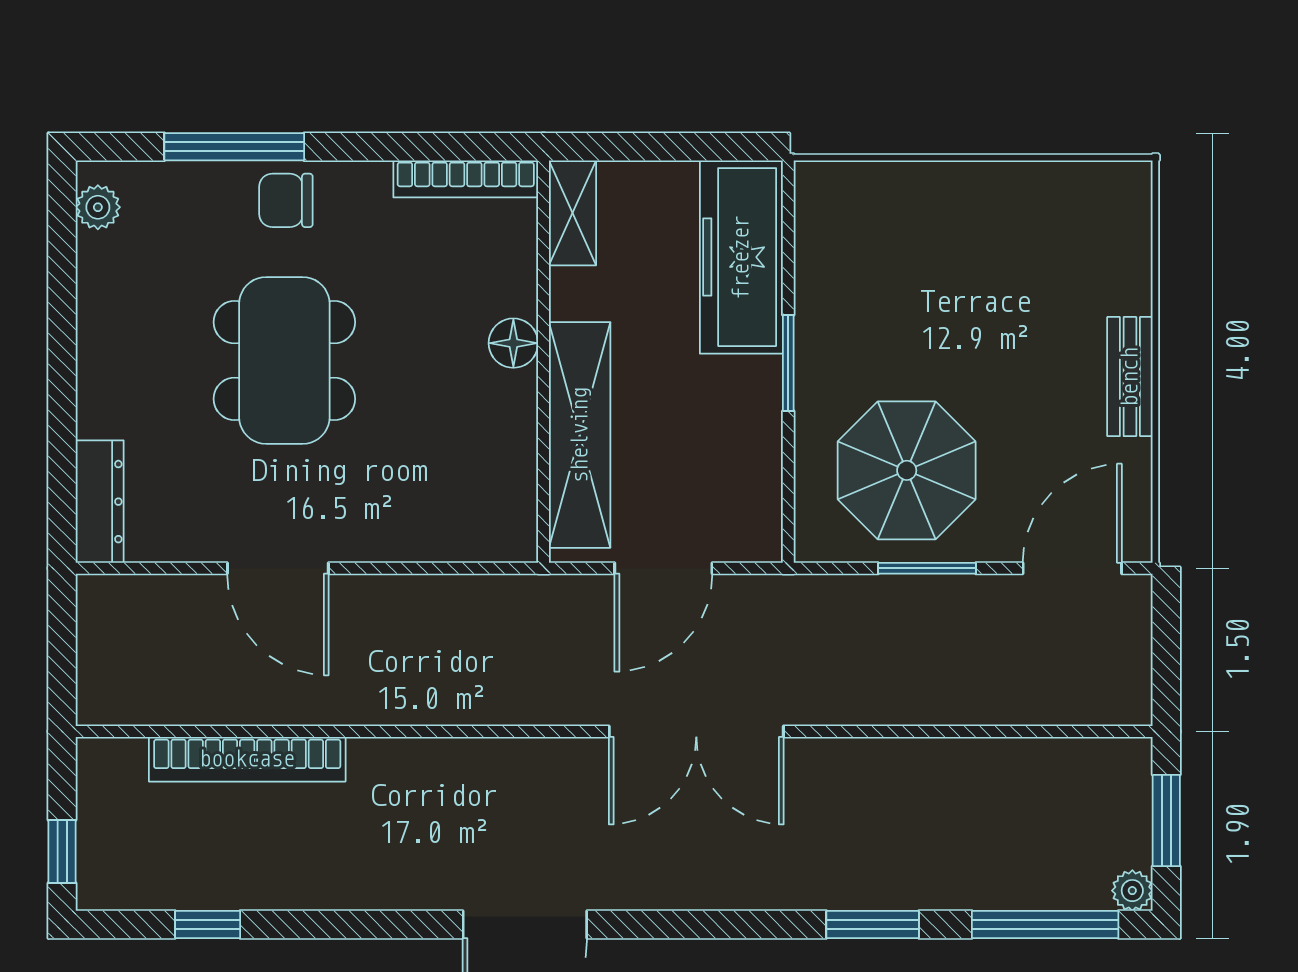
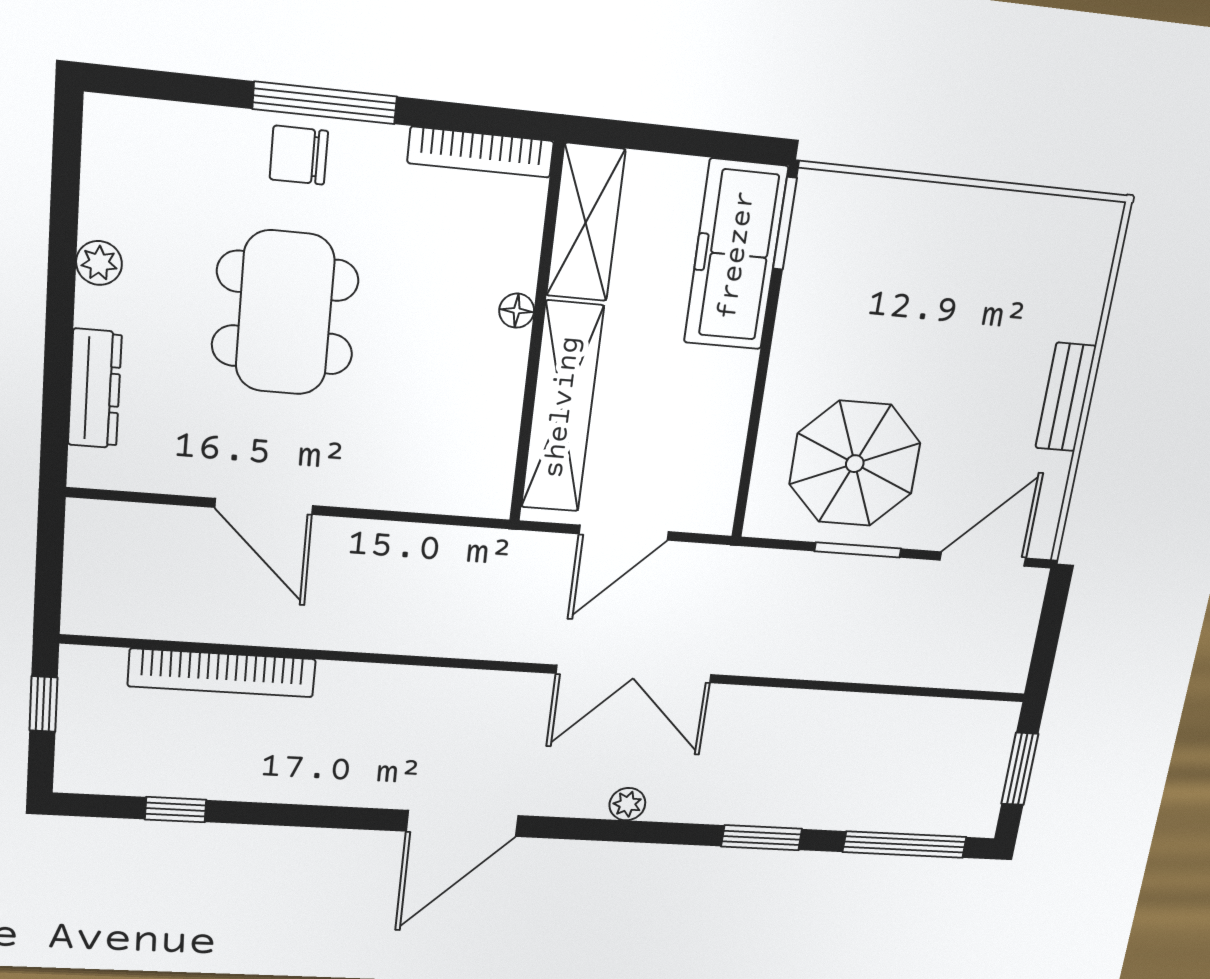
window: (234, 147) -> (325, 103), moved
plant: (98, 207) -> (99, 263), moved
shelving: (573, 213) -> (586, 223), width x1.50, depth x1.33
floor lamp: (513, 343) -> (517, 311), width x0.73, depth x0.73
window: (788, 363) -> (785, 223), moved
dresser: (100, 502) -> (95, 389), moved
window: (62, 851) -> (43, 704), moved
plant: (1132, 891) -> (627, 804), moved

